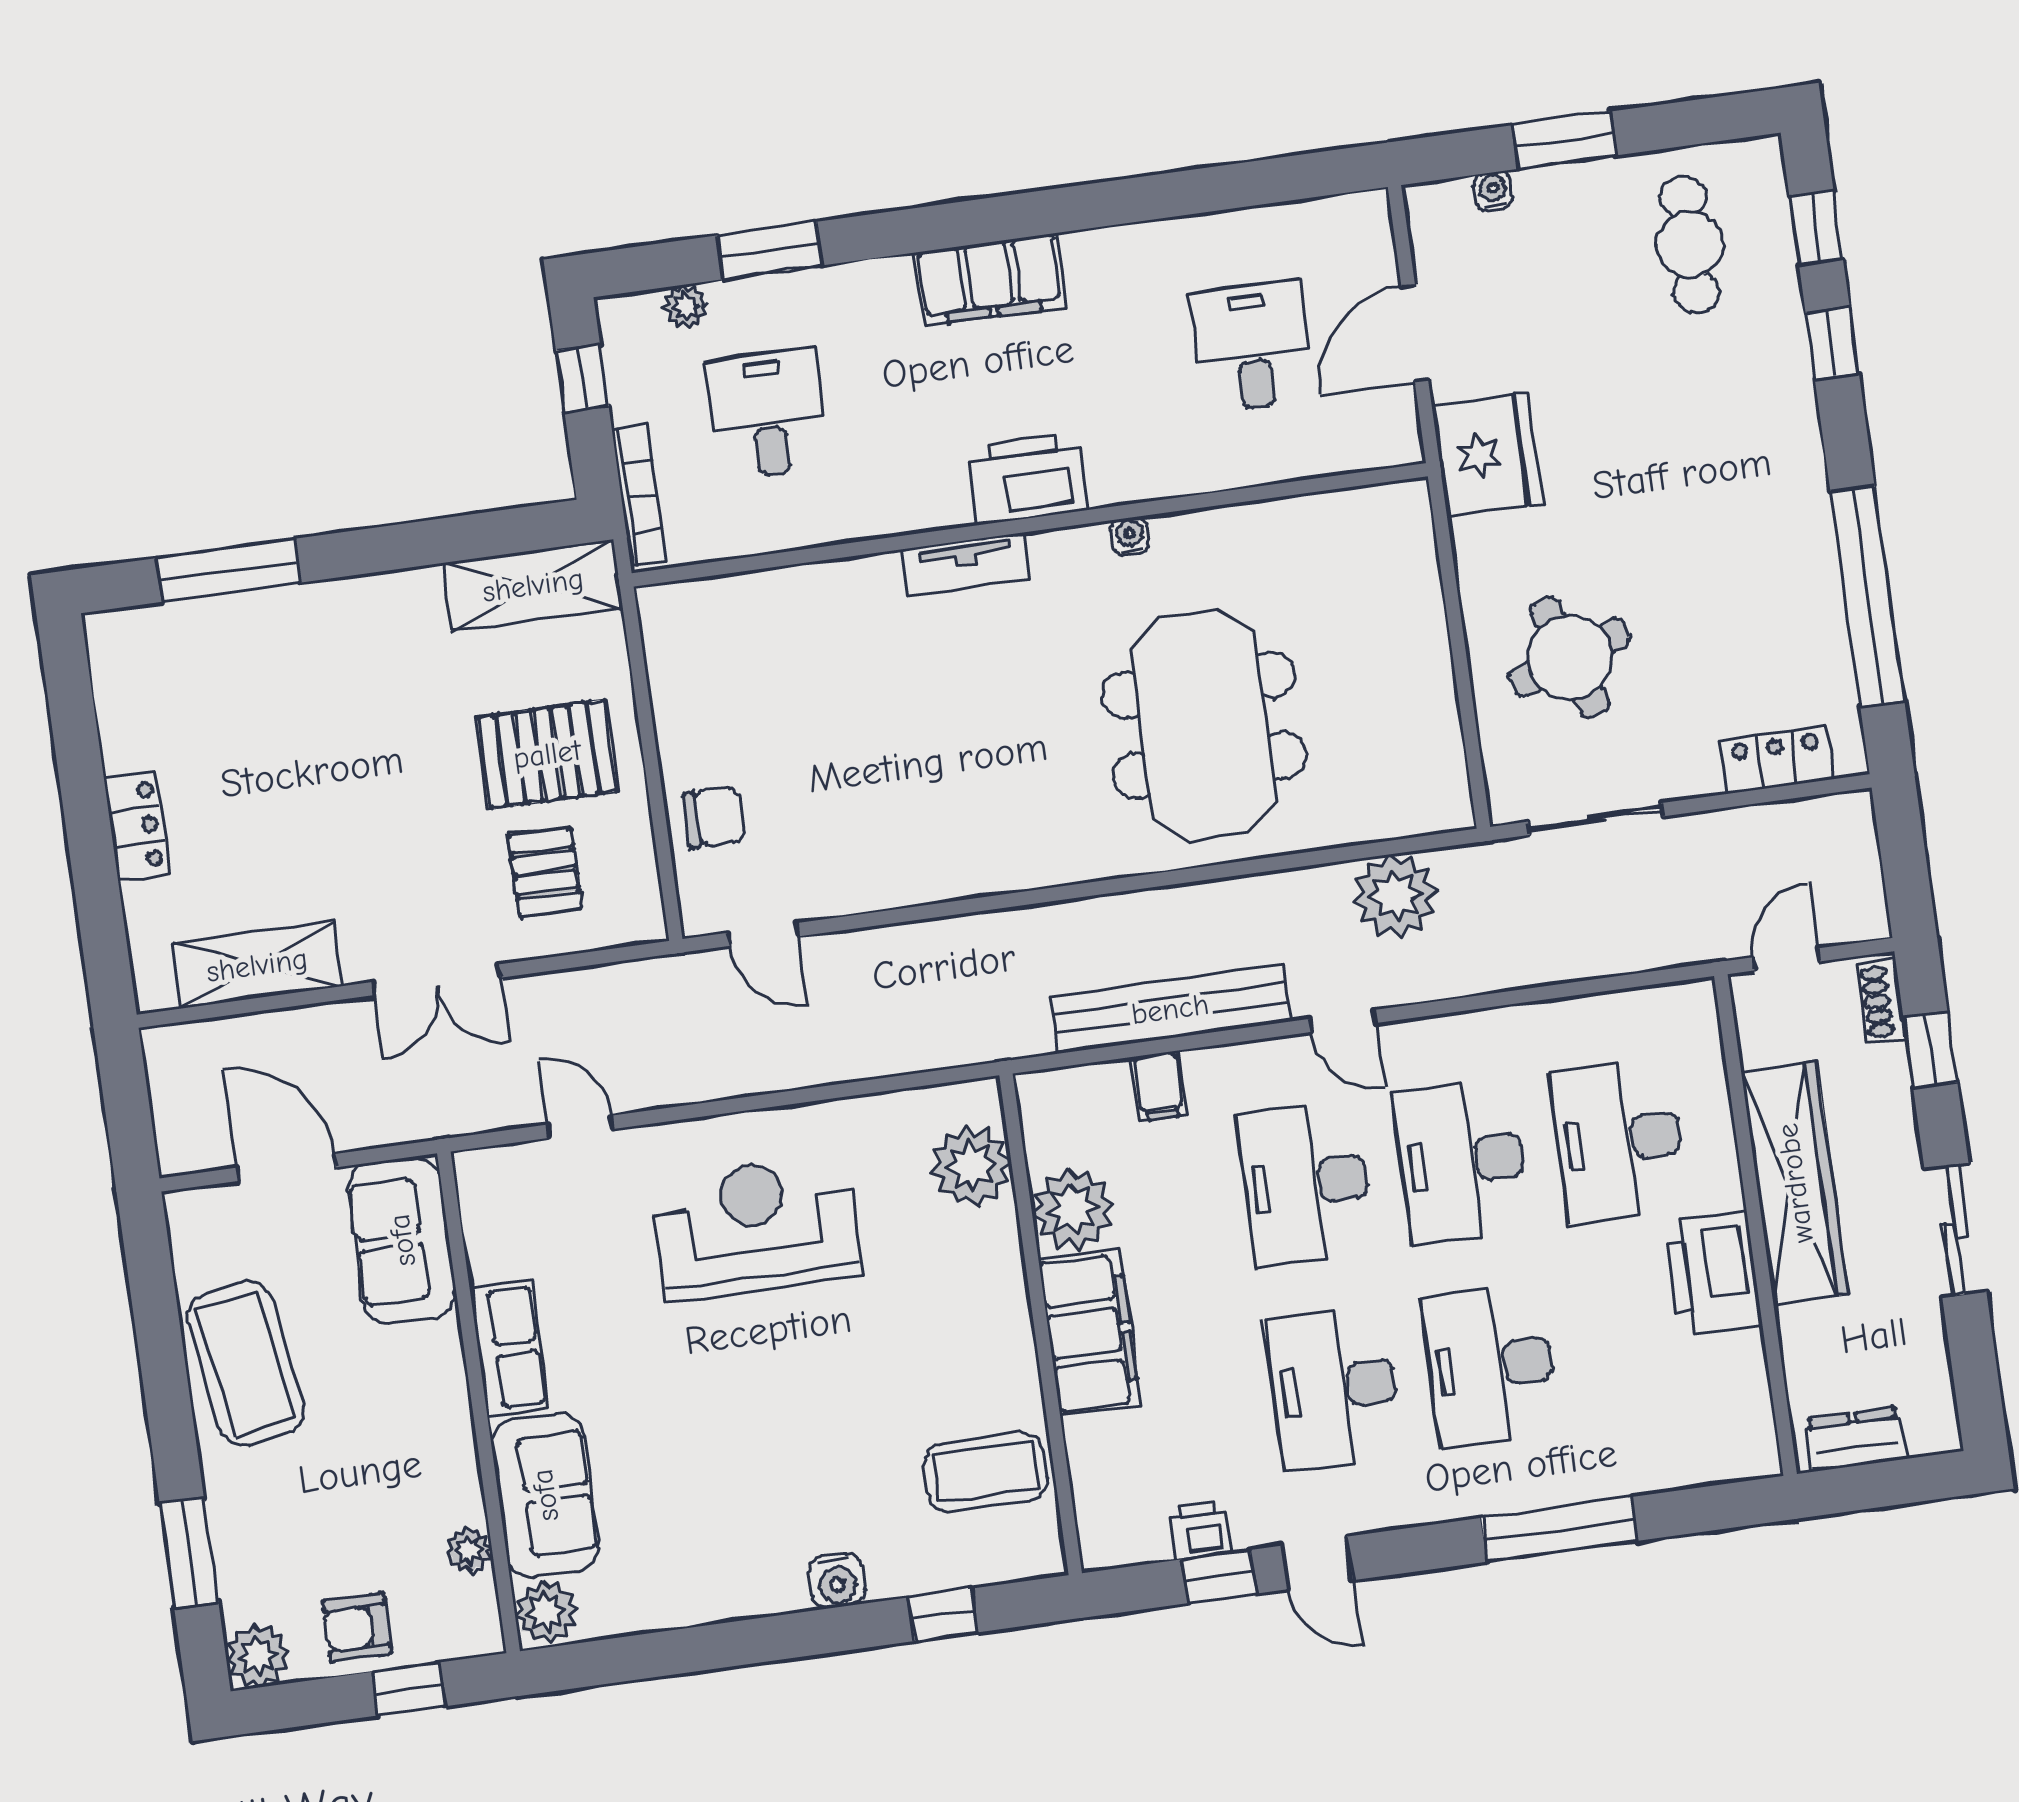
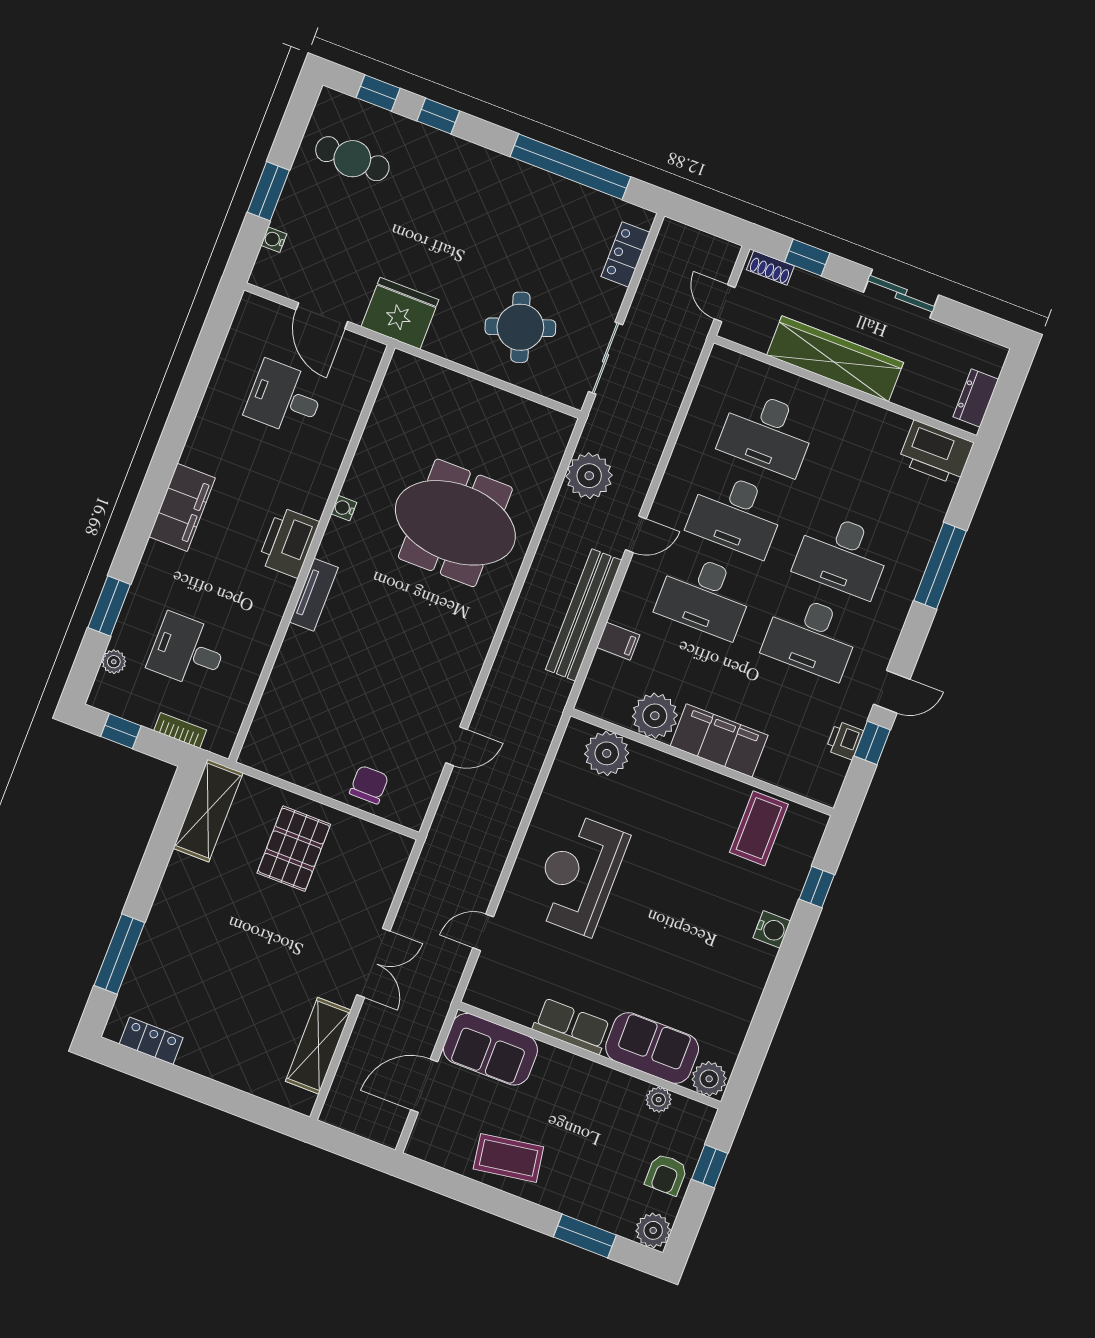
bookcase: (639, 496) -> (180, 730), width x0.64
locker: (137, 826) -> (151, 1041), moved
pallet: (545, 872) -> (350, 881), removed
door: (763, 935) -> (457, 746), moved
printer: (1713, 1273) -> (936, 453), moved
coffee table: (246, 1364) -> (508, 1158), width x0.73, depth x0.76

